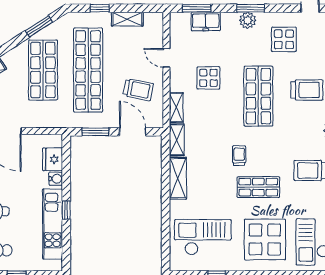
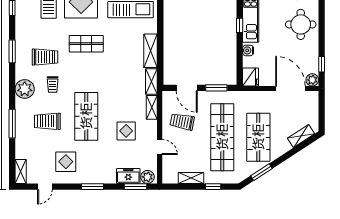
plant: (248, 20) -> (148, 177), moved
trolley: (239, 156) -> (53, 84), moved
fridge: (53, 159) -> (251, 77), moved

